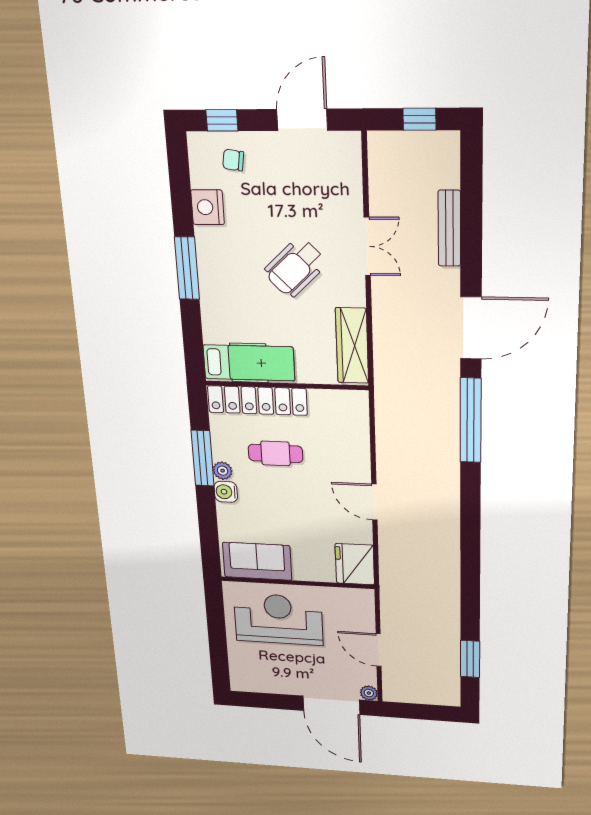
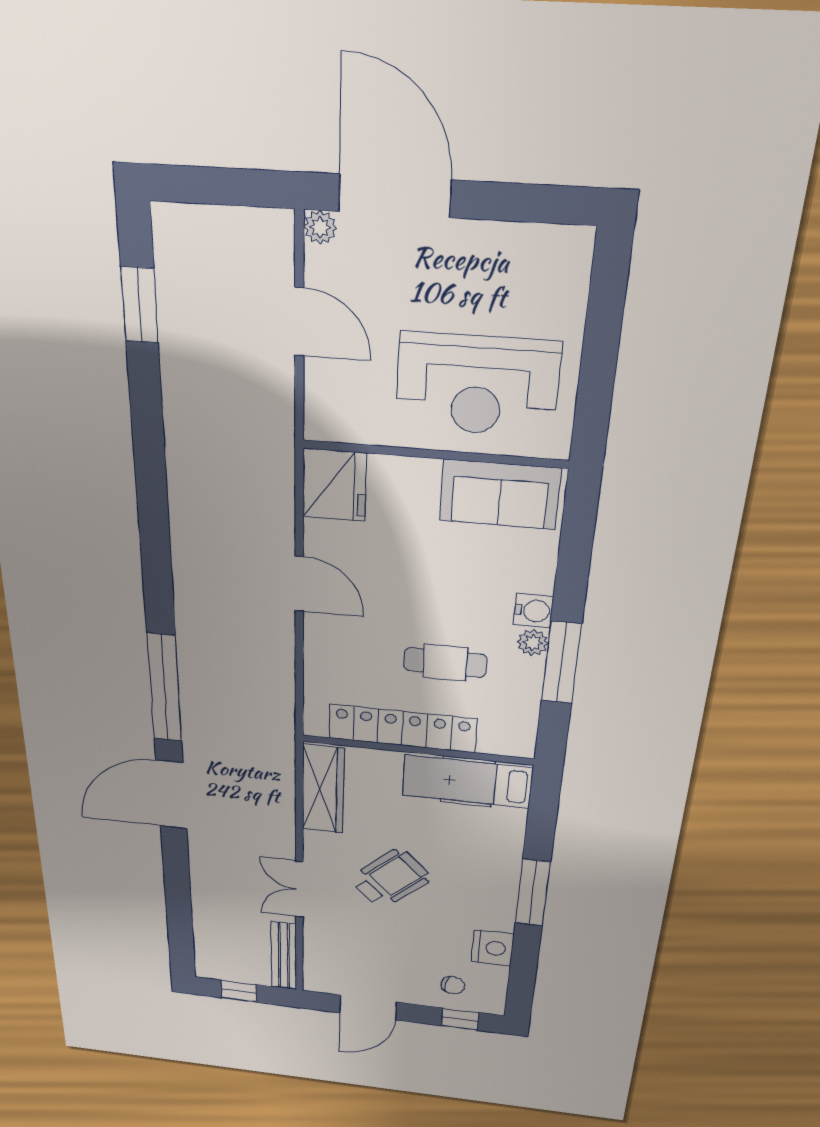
bench: (449, 228) -> (284, 956), moved
locker: (257, 400) -> (402, 729), moved

